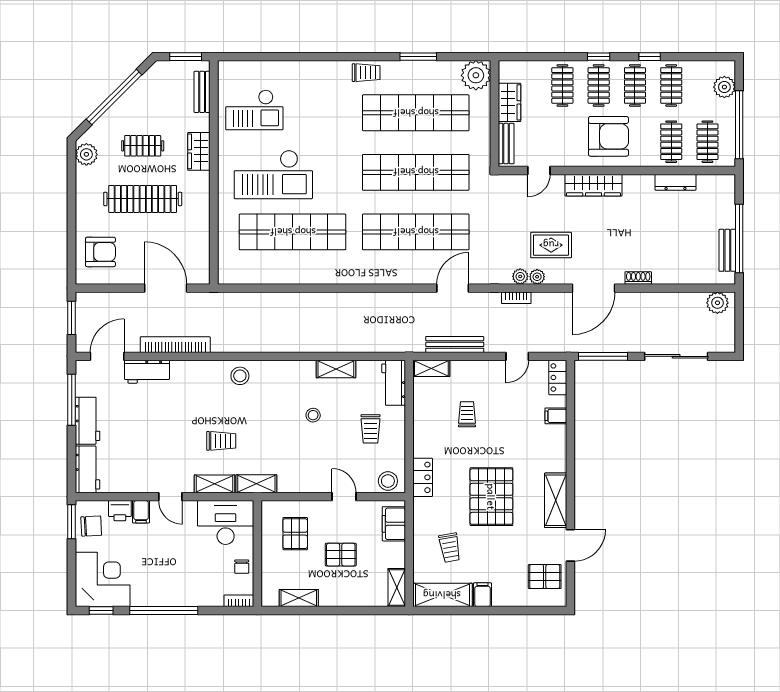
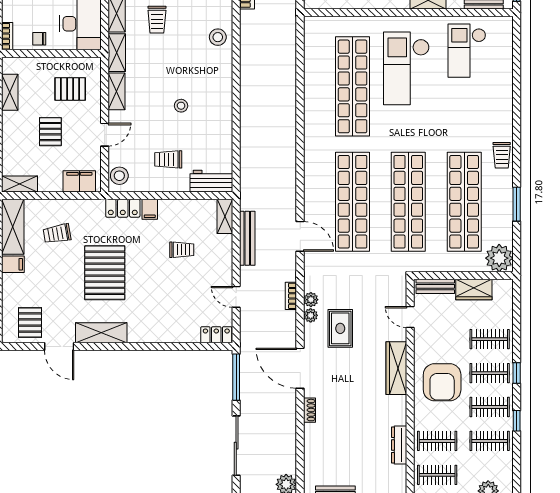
shelving: (336, 369) -> (116, 91), moved
filing cabinet: (556, 416) -> (150, 209), moved, turned 180
pallet: (491, 497) -> (105, 273), turned 90

